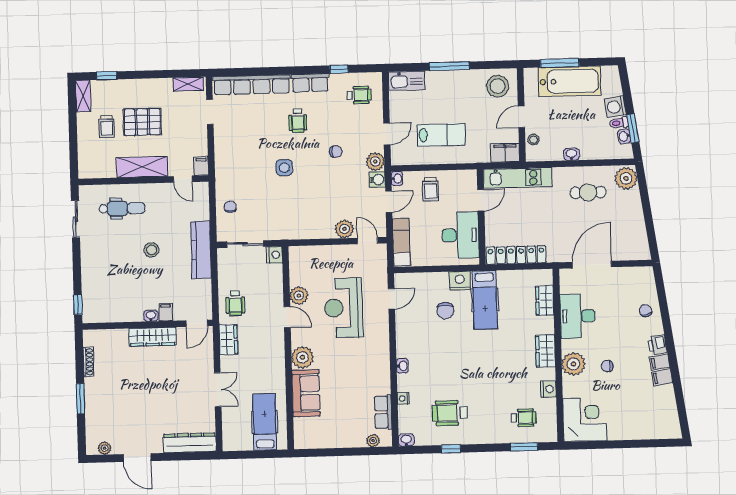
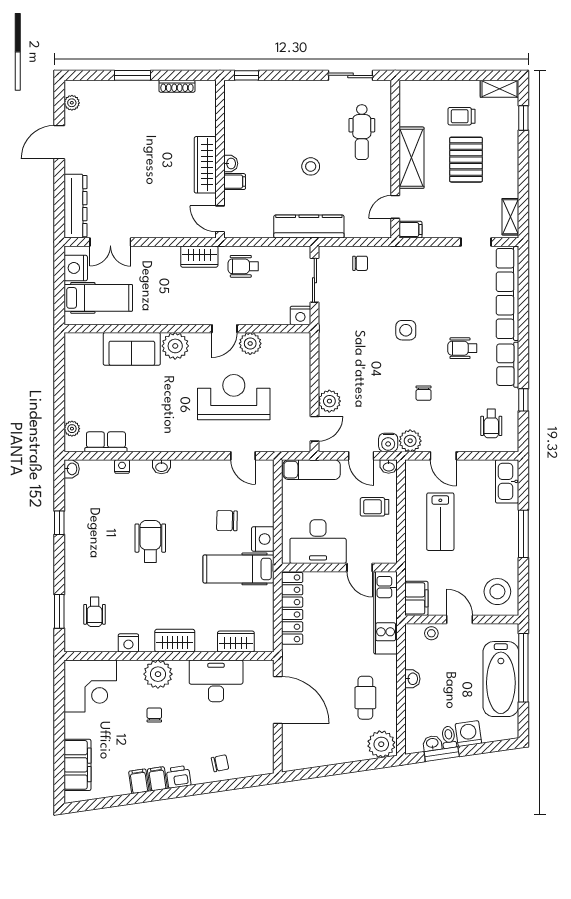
window: (560, 63) -> (523, 668), width x1.46
double door: (218, 390) -> (110, 242), moved
wheelchair: (450, 413) -> (150, 541), moved
filing cabinet: (650, 428) -> (77, 765), added
nightstand: (241, 441) -> (76, 268), added

